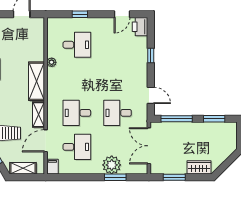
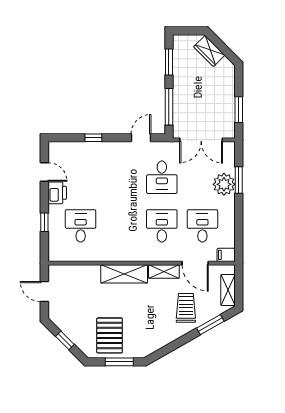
printer: (140, 27) -> (57, 193), moved, turned -90
plant: (52, 62) -> (101, 256), removed
desk: (77, 113) -> (162, 226), turned 180
wardrobe: (199, 167) -> (209, 51), moved, turned -45

